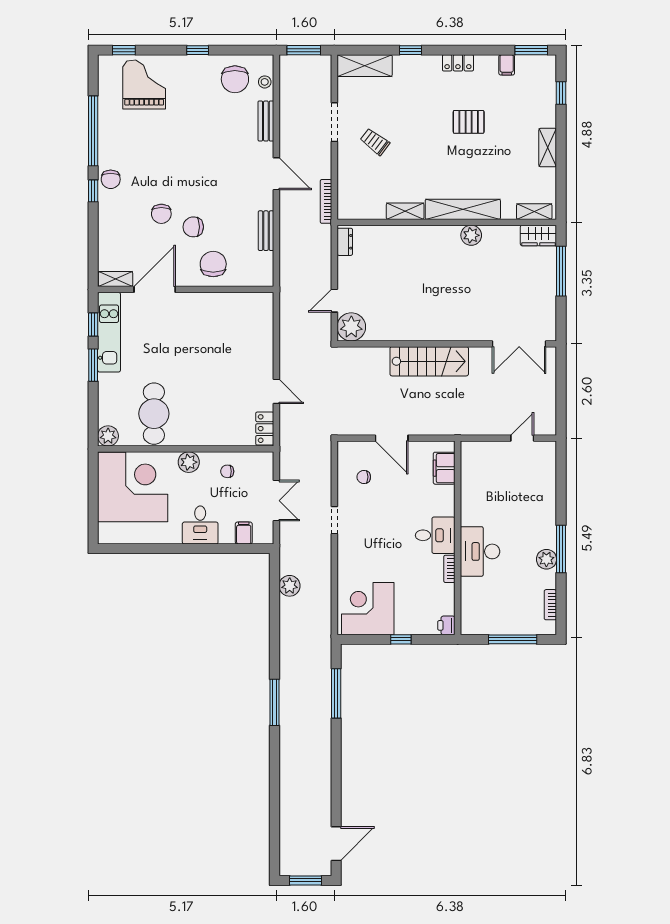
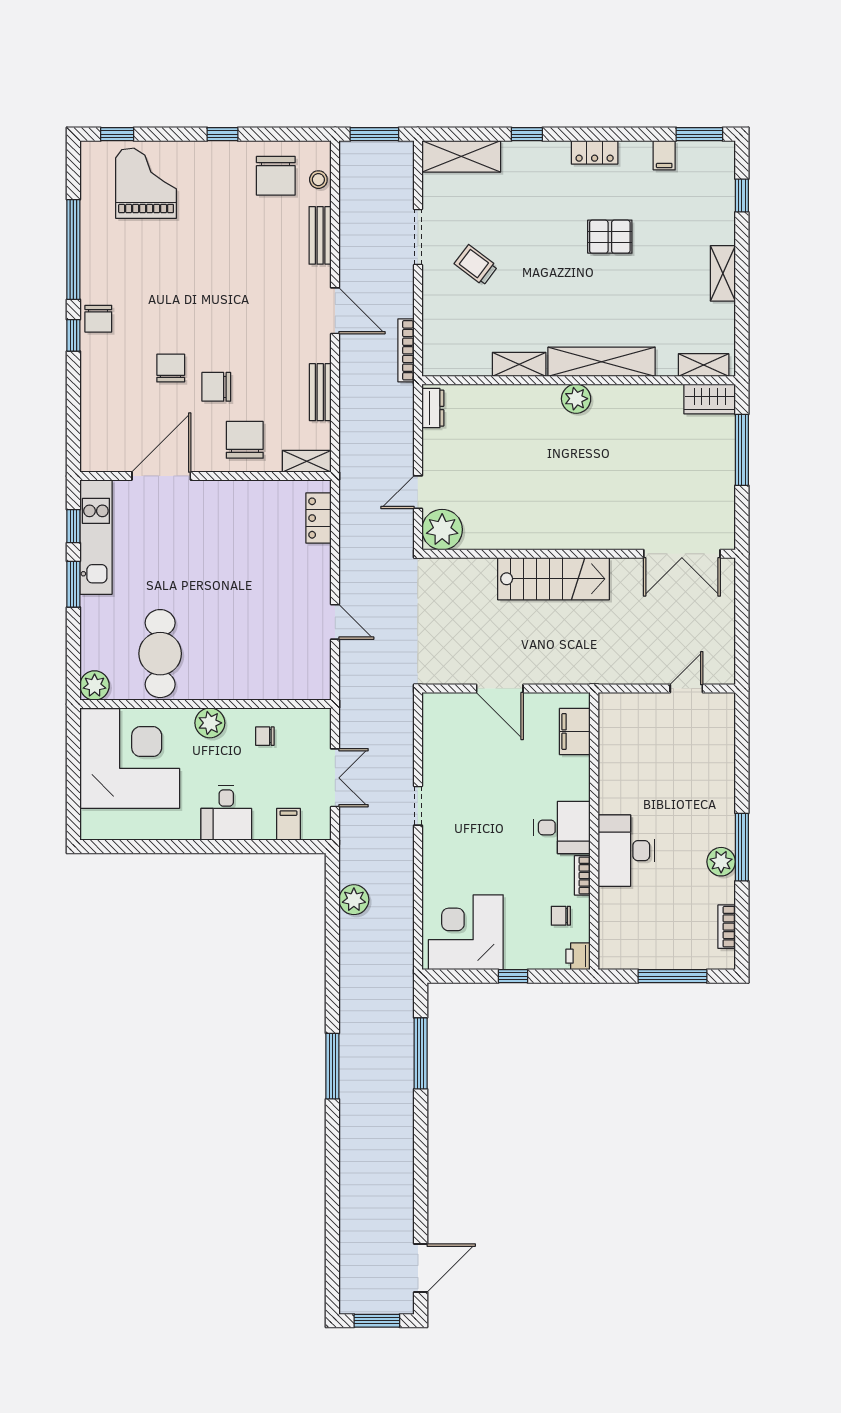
chair: (161, 214) -> (171, 368), turned 180
plant: (471, 235) -> (576, 399), moved
shelving: (116, 279) -> (307, 461), moved
locker: (265, 429) -> (318, 518), moved
chair: (364, 477) -> (561, 916), moved

